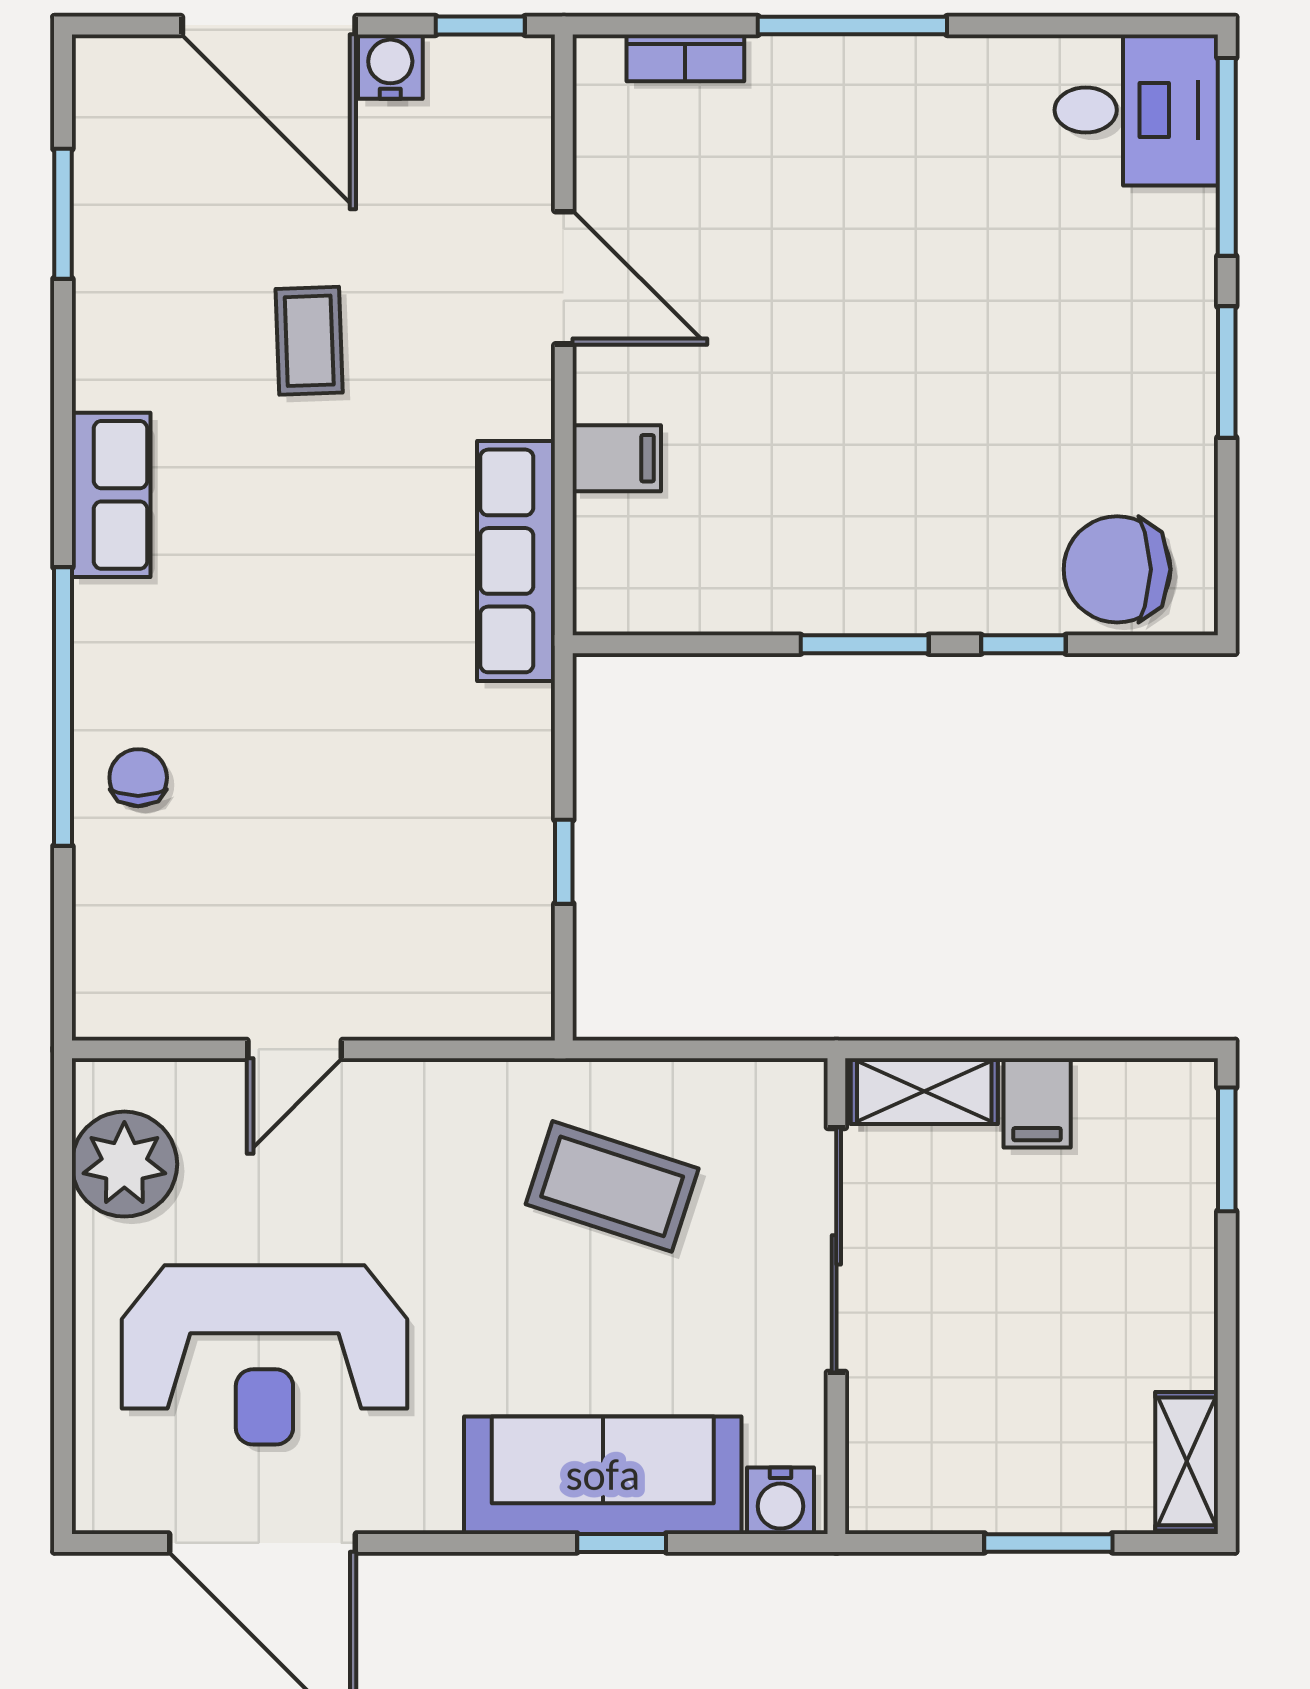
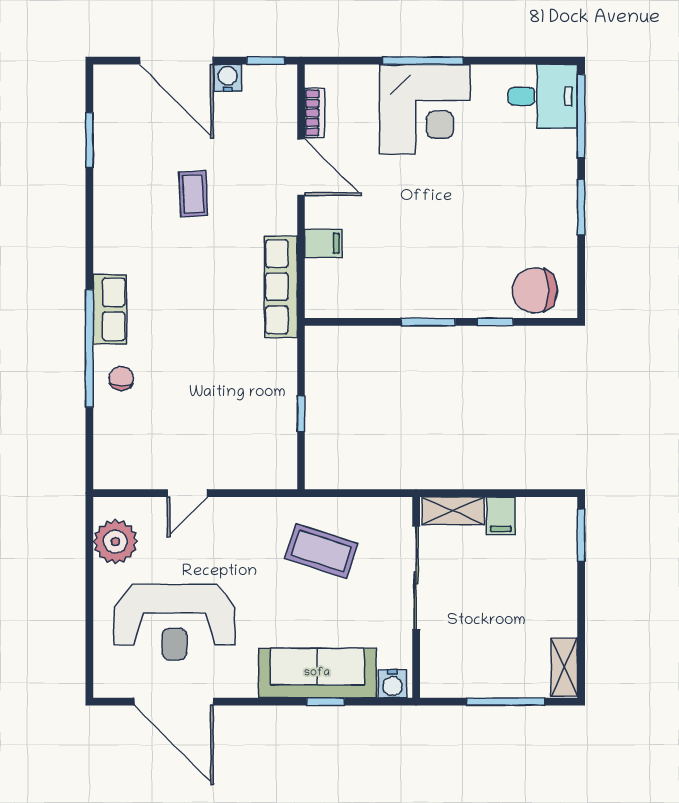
bookcase: (685, 58) -> (315, 113), moved, turned -90
corner desk: (857, 141) -> (425, 109), added
row of seats: (111, 495) -> (110, 309), moved
window: (1048, 1543) -> (506, 702), width x1.44

